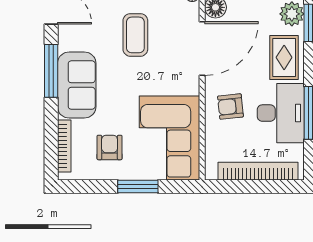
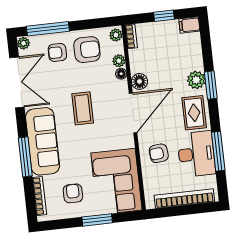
window: (51, 71) -> (25, 157), moved
sofa: (77, 85) -> (43, 141), width x1.36

